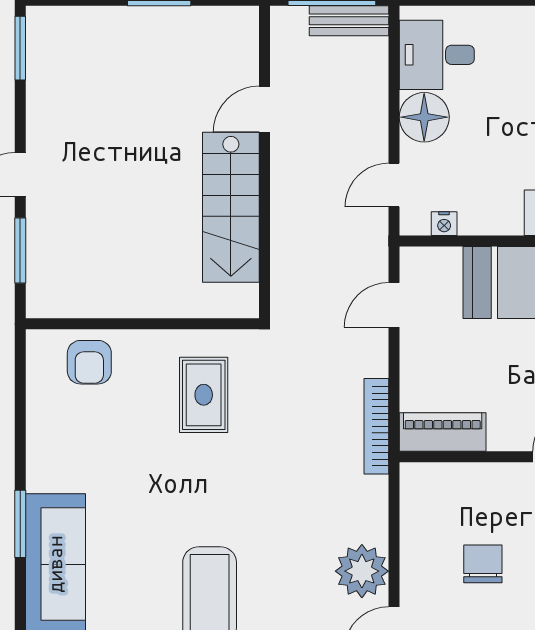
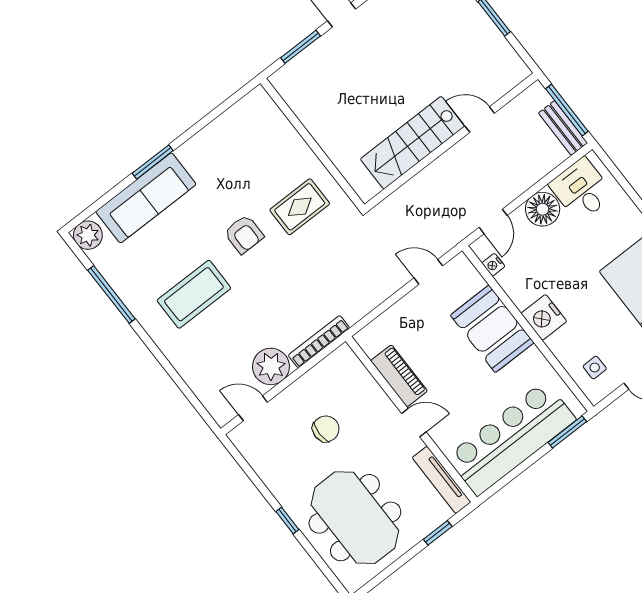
door: (394, 185) -> (493, 221), swing flipped
armchair: (89, 362) -> (244, 234), moved, turned -90
bookcase: (376, 426) -> (319, 342), moved
piano: (443, 432) -> (399, 376), moved

